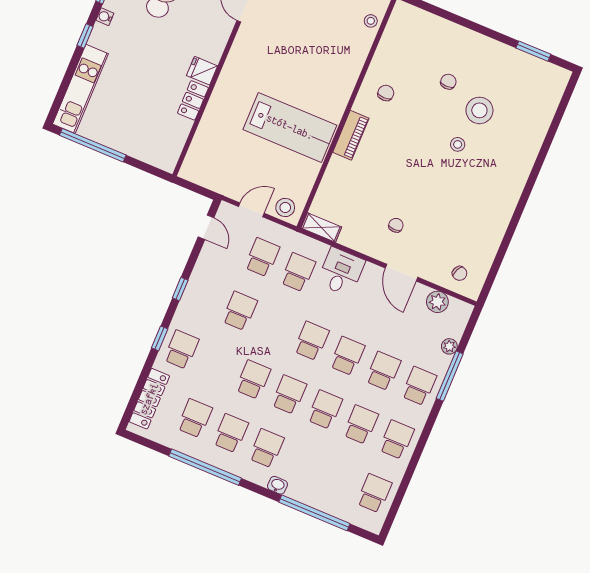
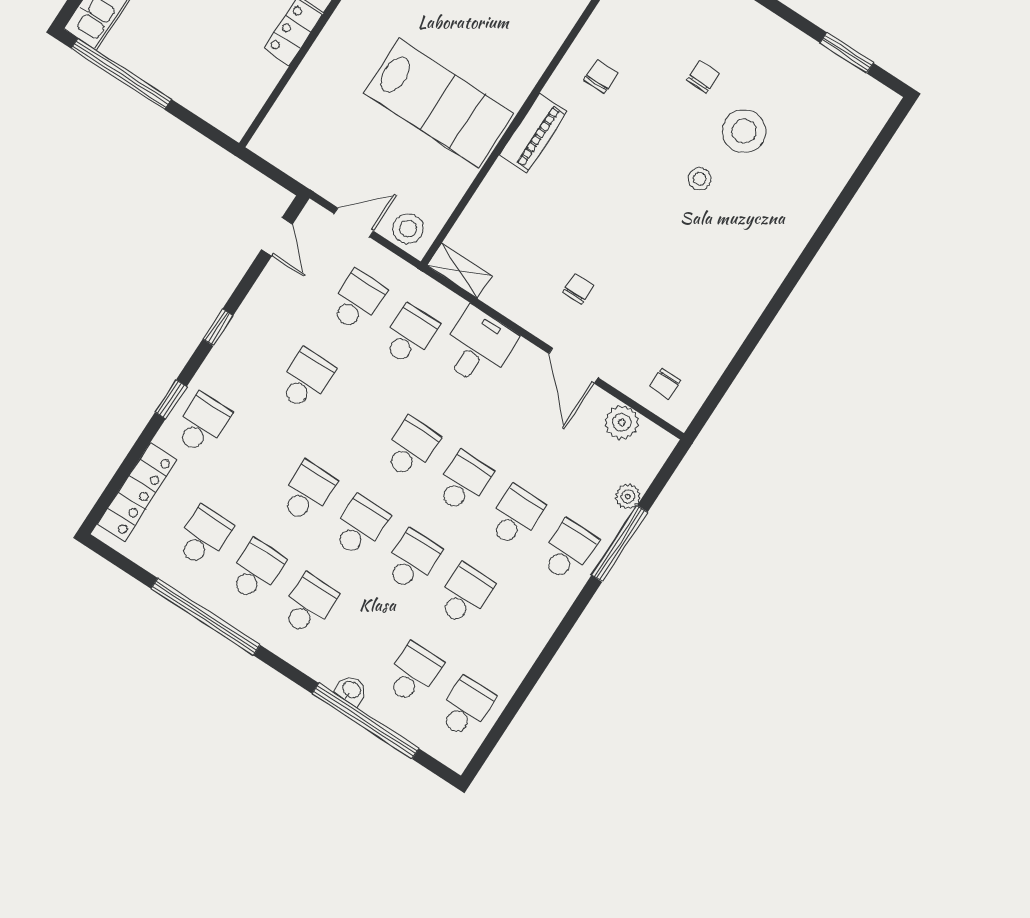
chair: (460, 273) -> (665, 384), turned 65
school desk: (397, 440) -> (413, 673), moved
washbasin: (277, 485) -> (351, 690), moved

